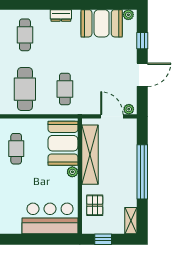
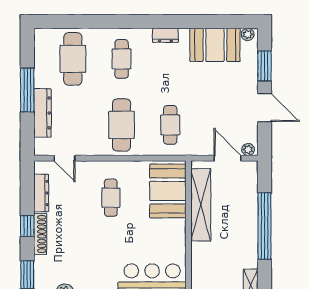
window: (142, 41) -> (265, 66), width x1.50
door: (142, 75) -> (265, 108), hinge flipped
plant: (72, 172) -> (179, 226), removed
pallet: (95, 205) -> (207, 267), removed

